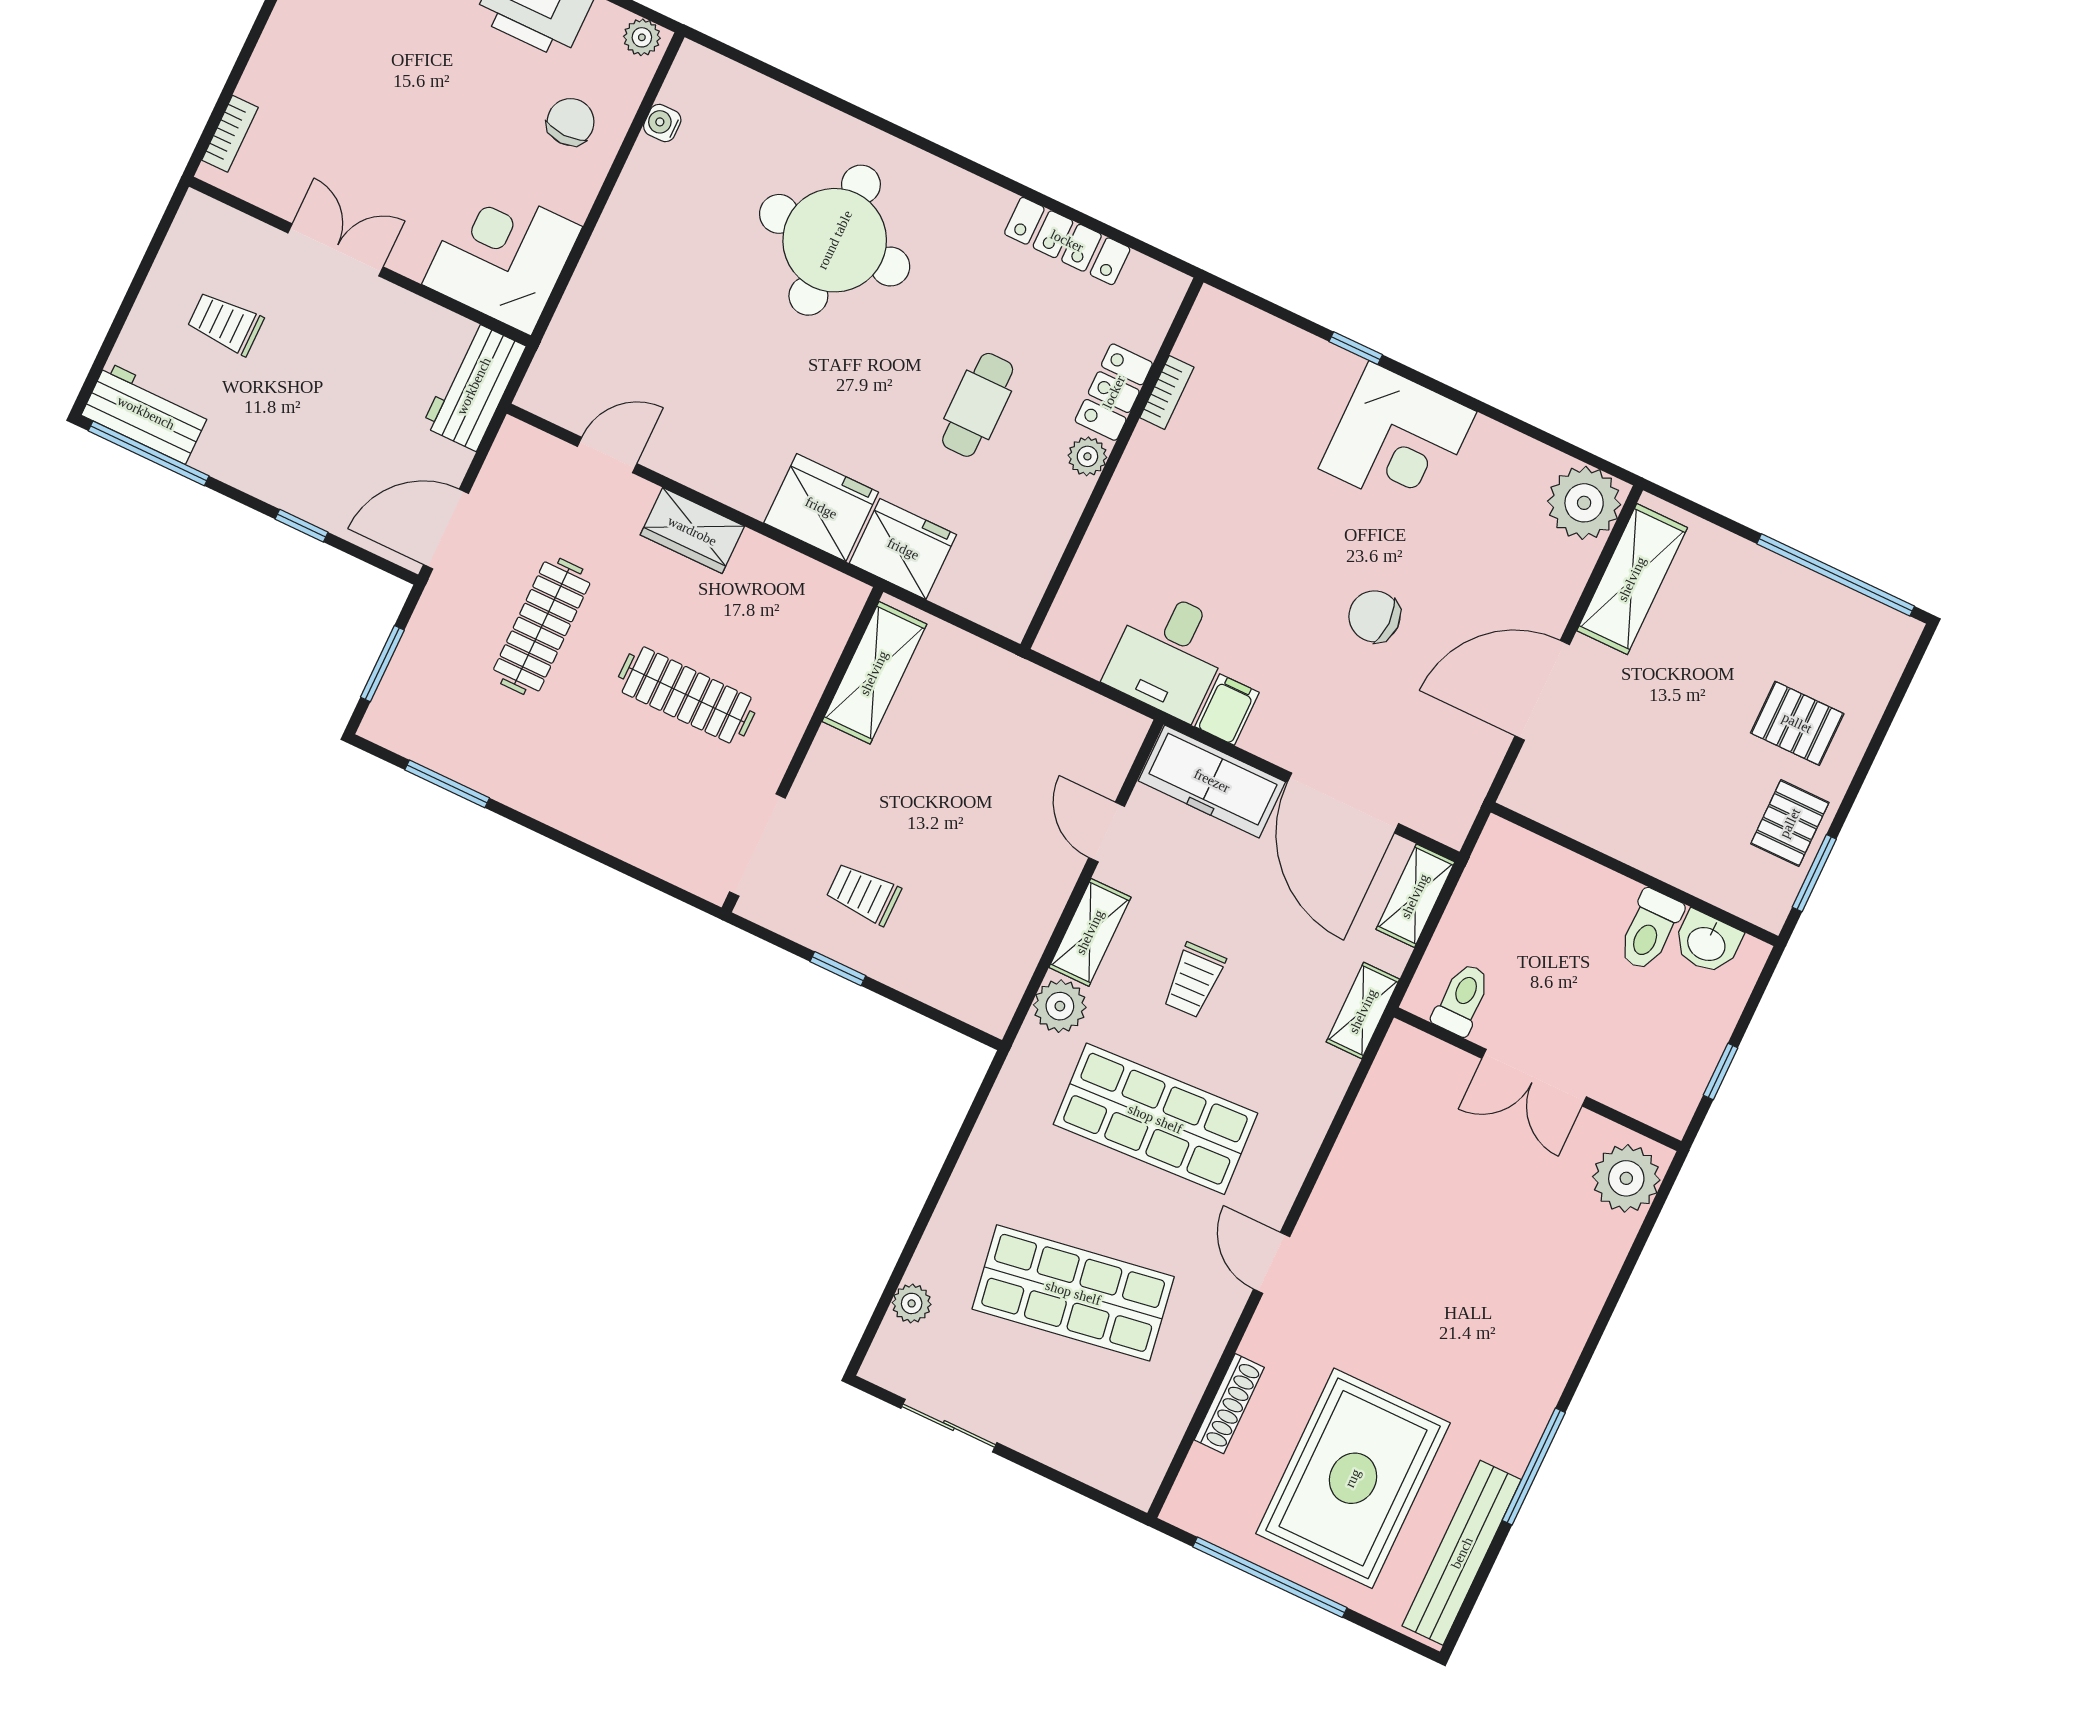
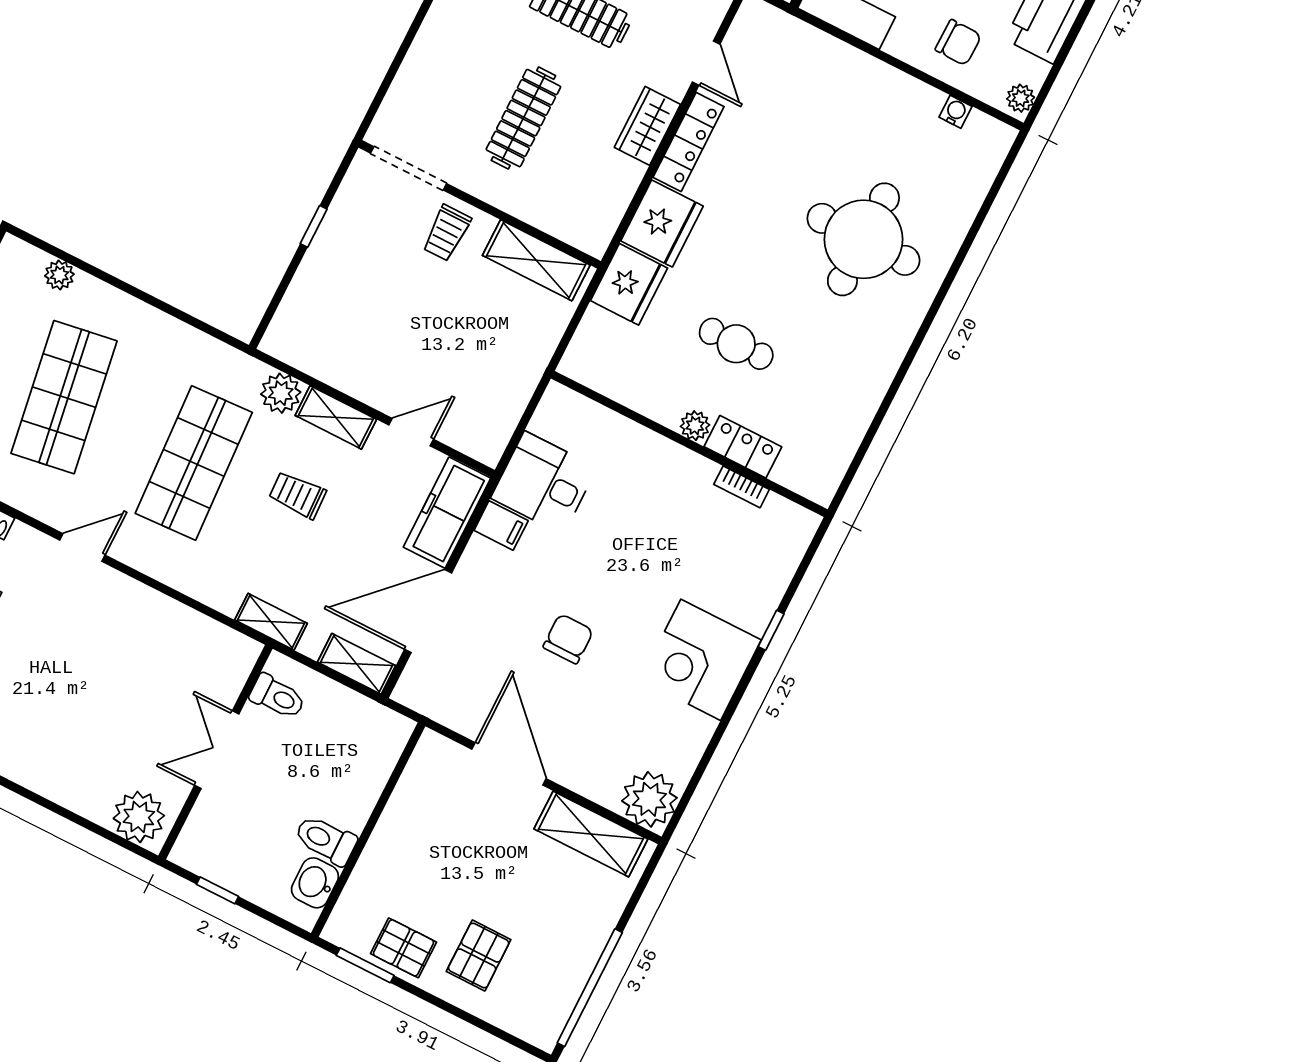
locker: (1067, 241) -> (689, 142), moved, turned 180
trolley: (863, 894) -> (447, 233), moved, turned 180

